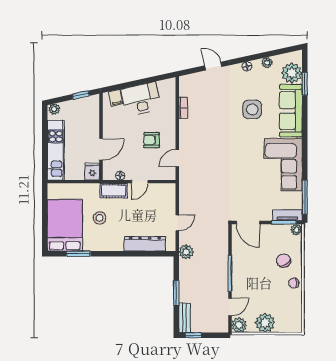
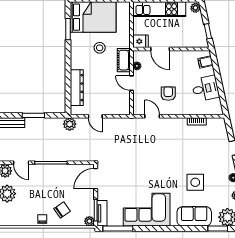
desk: (141, 99) -> (205, 88), width x0.73
sofa: (291, 111) -> (194, 216), width x0.73

